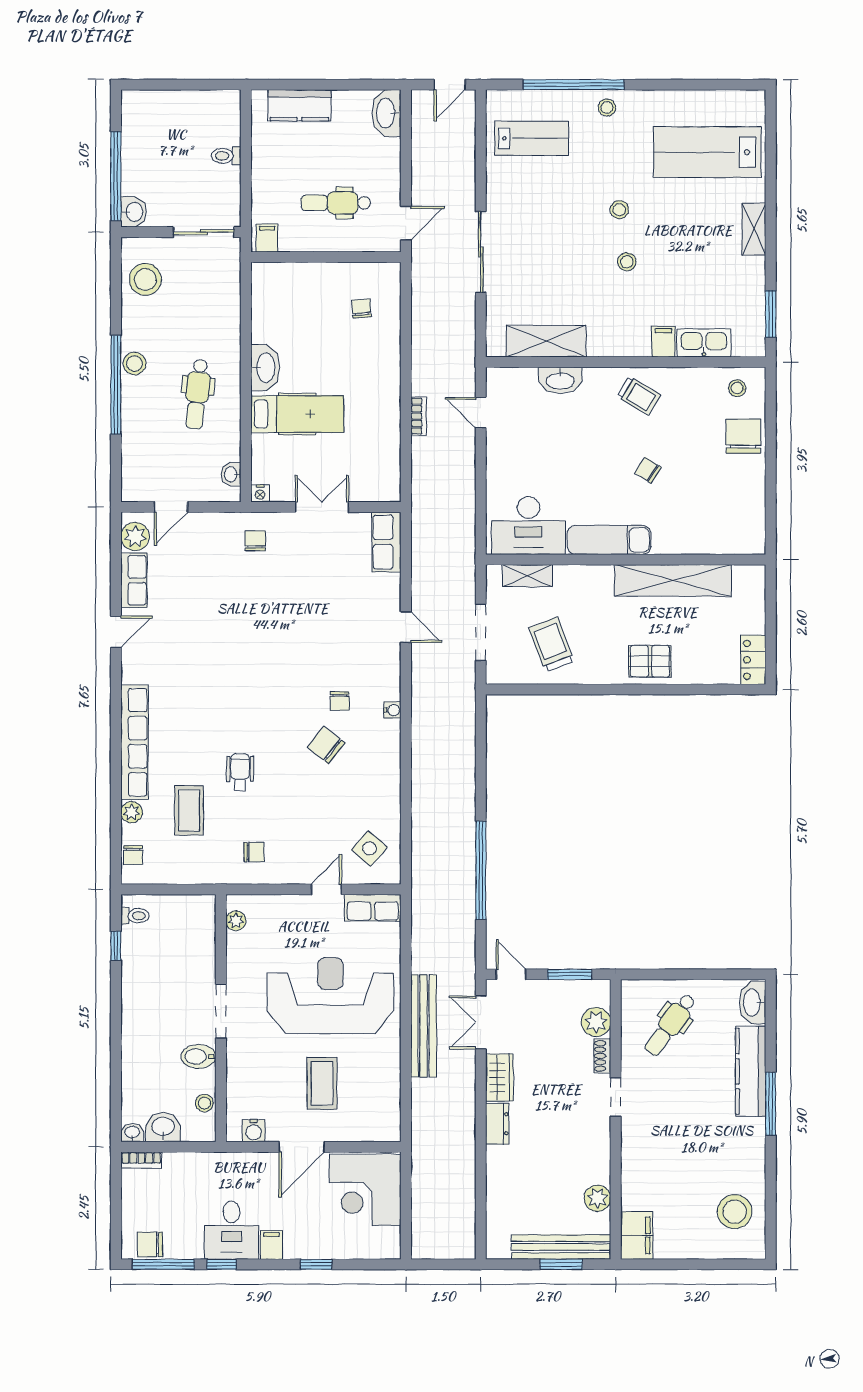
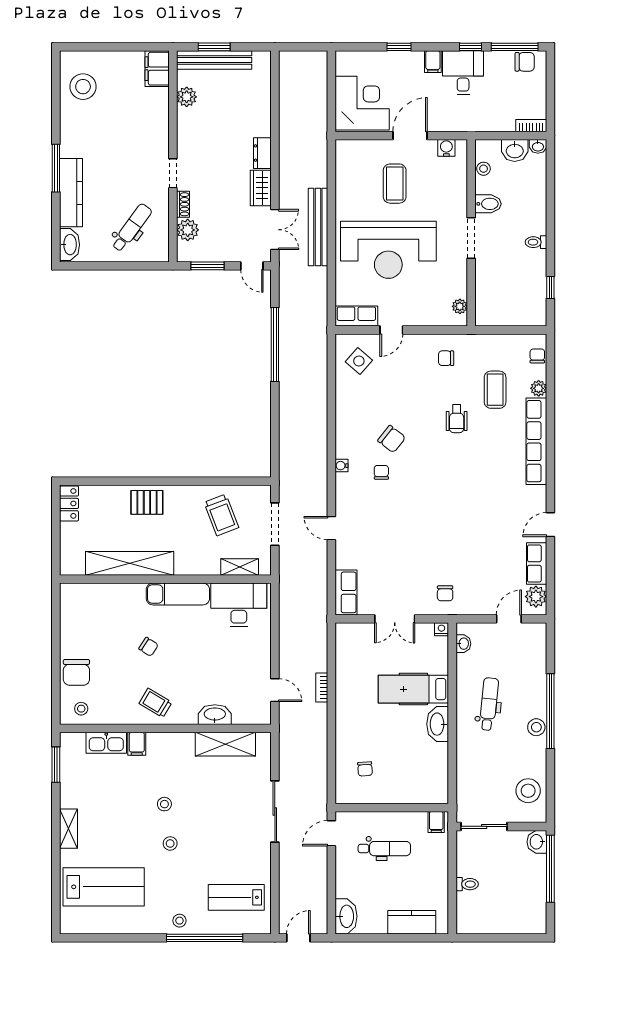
toilet: (135, 916) -> (536, 242), moved

